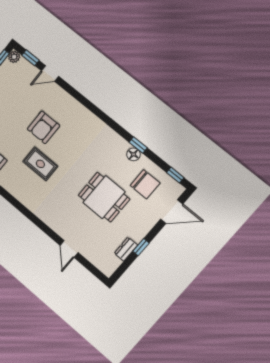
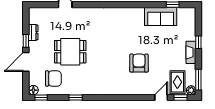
floor lamp: (133, 154) -> (33, 90), moved
rug: (40, 164) -> (177, 82), moved, turned 90
chair: (145, 184) -> (53, 78), turned 180
door: (172, 212) -> (26, 62), moved

